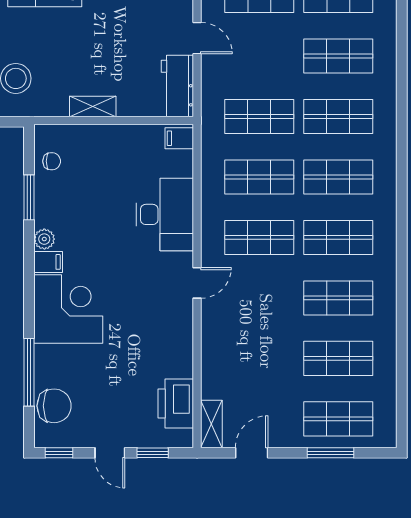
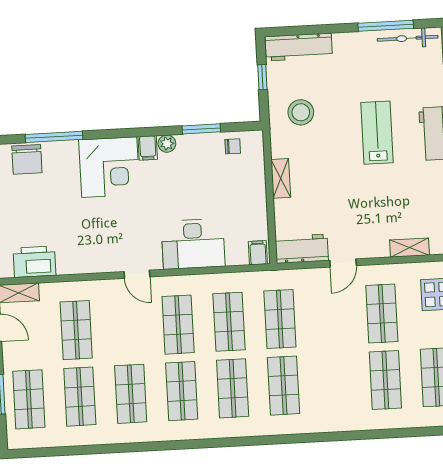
shop shelf: (338, 56) -> (76, 330), moved
chair: (52, 161) -> (233, 146), turned -90

